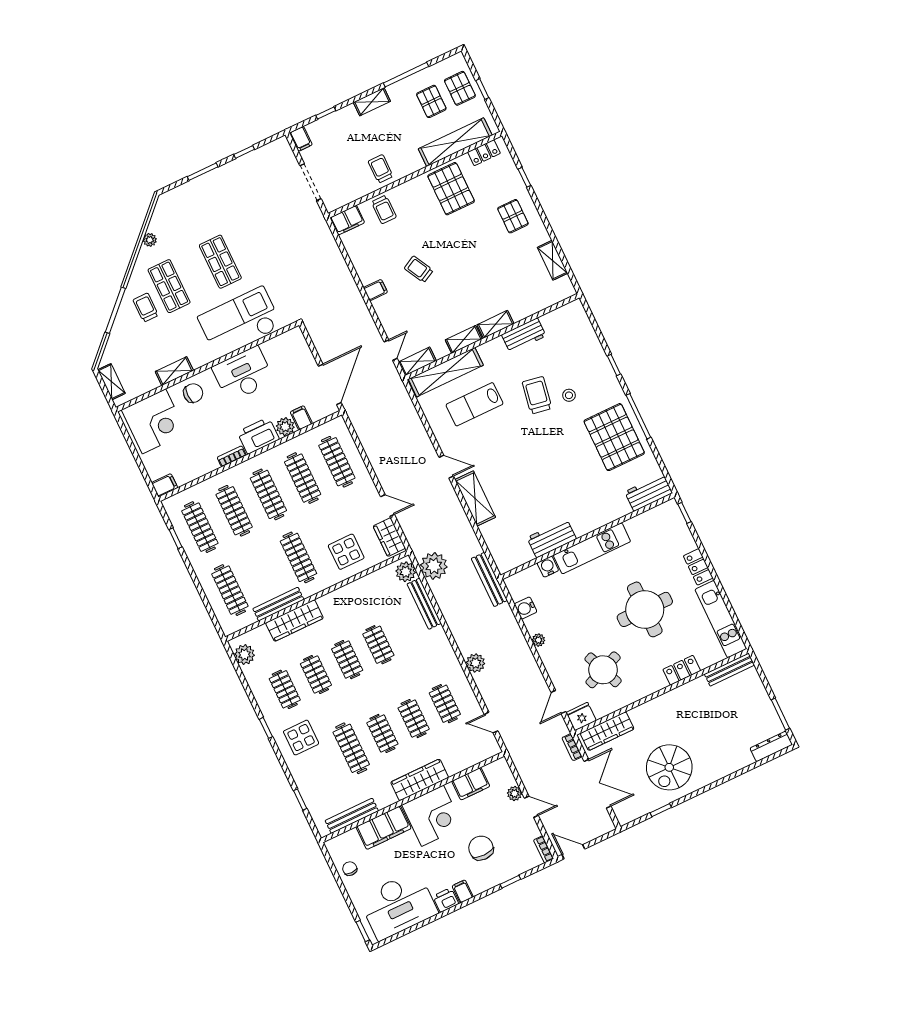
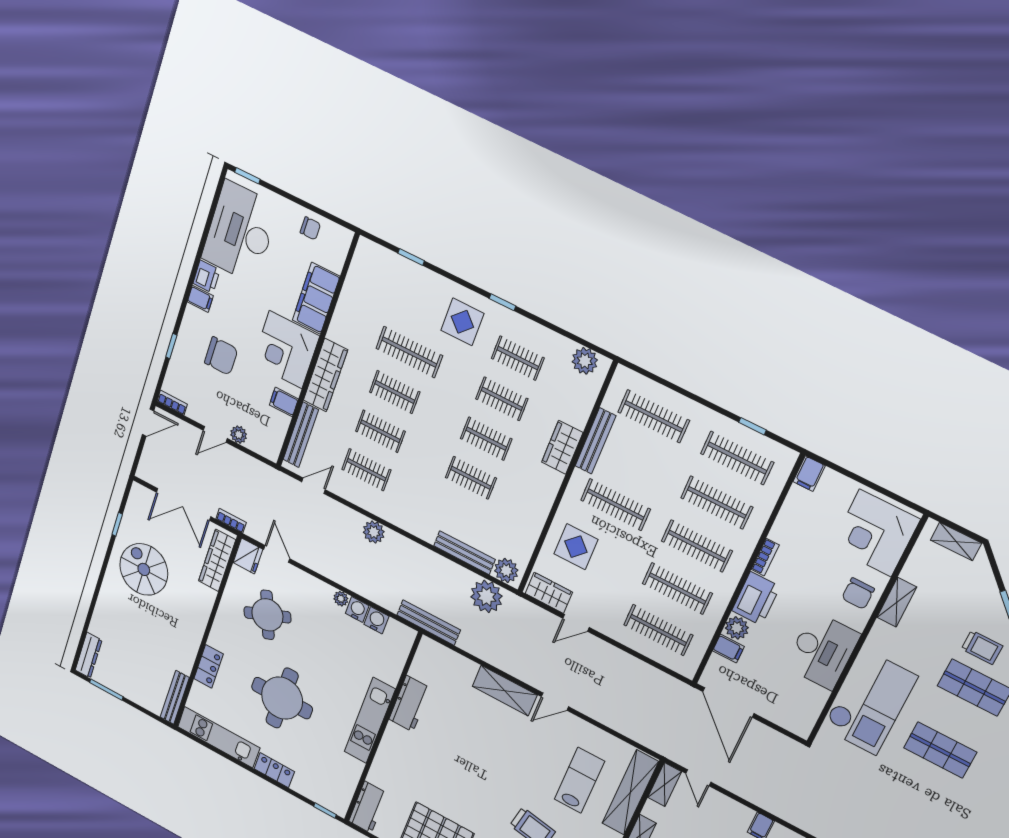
water cooler: (548, 567) -> (357, 610), moved, turned -90
wardrobe: (294, 621) -> (562, 447), width x0.67
filing cabinet: (471, 784) -> (284, 402), width x0.50
bench: (352, 816) -> (301, 435), moved

